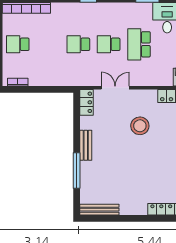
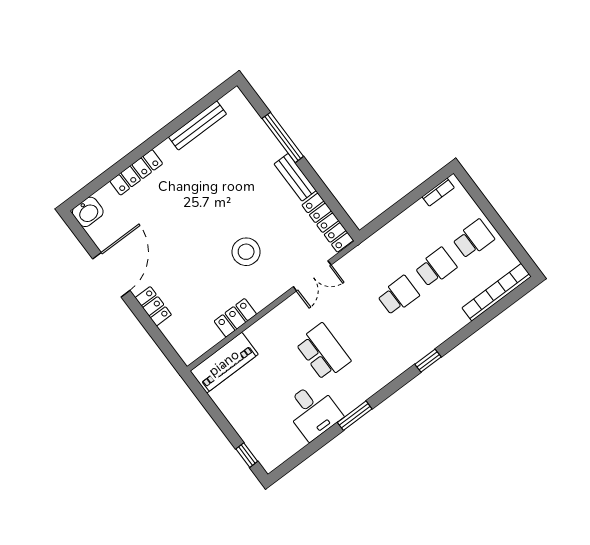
school desk: (109, 44) -> (436, 267), moved
locker: (87, 102) -> (328, 223), width x1.53
bench: (99, 210) -> (198, 125), moved

